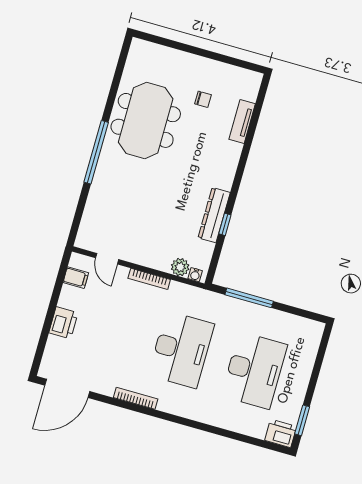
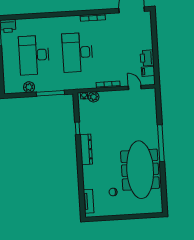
meeting table: (146, 120) -> (140, 170), width x1.36
tv unit: (242, 122) -> (88, 201), moved
dresser: (214, 215) -> (86, 149), moved
plant: (281, 320) -> (29, 87), added
printer: (63, 323) -> (147, 58), moved

